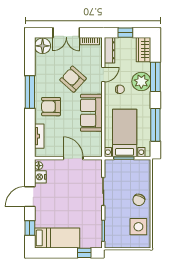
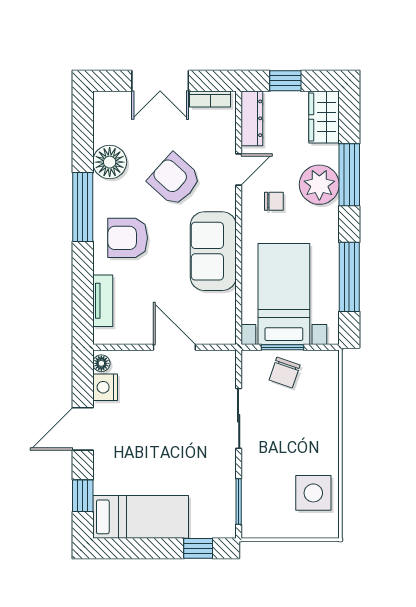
floor lamp: (43, 46) -> (110, 162), moved
chair: (139, 200) -> (285, 373), moved

